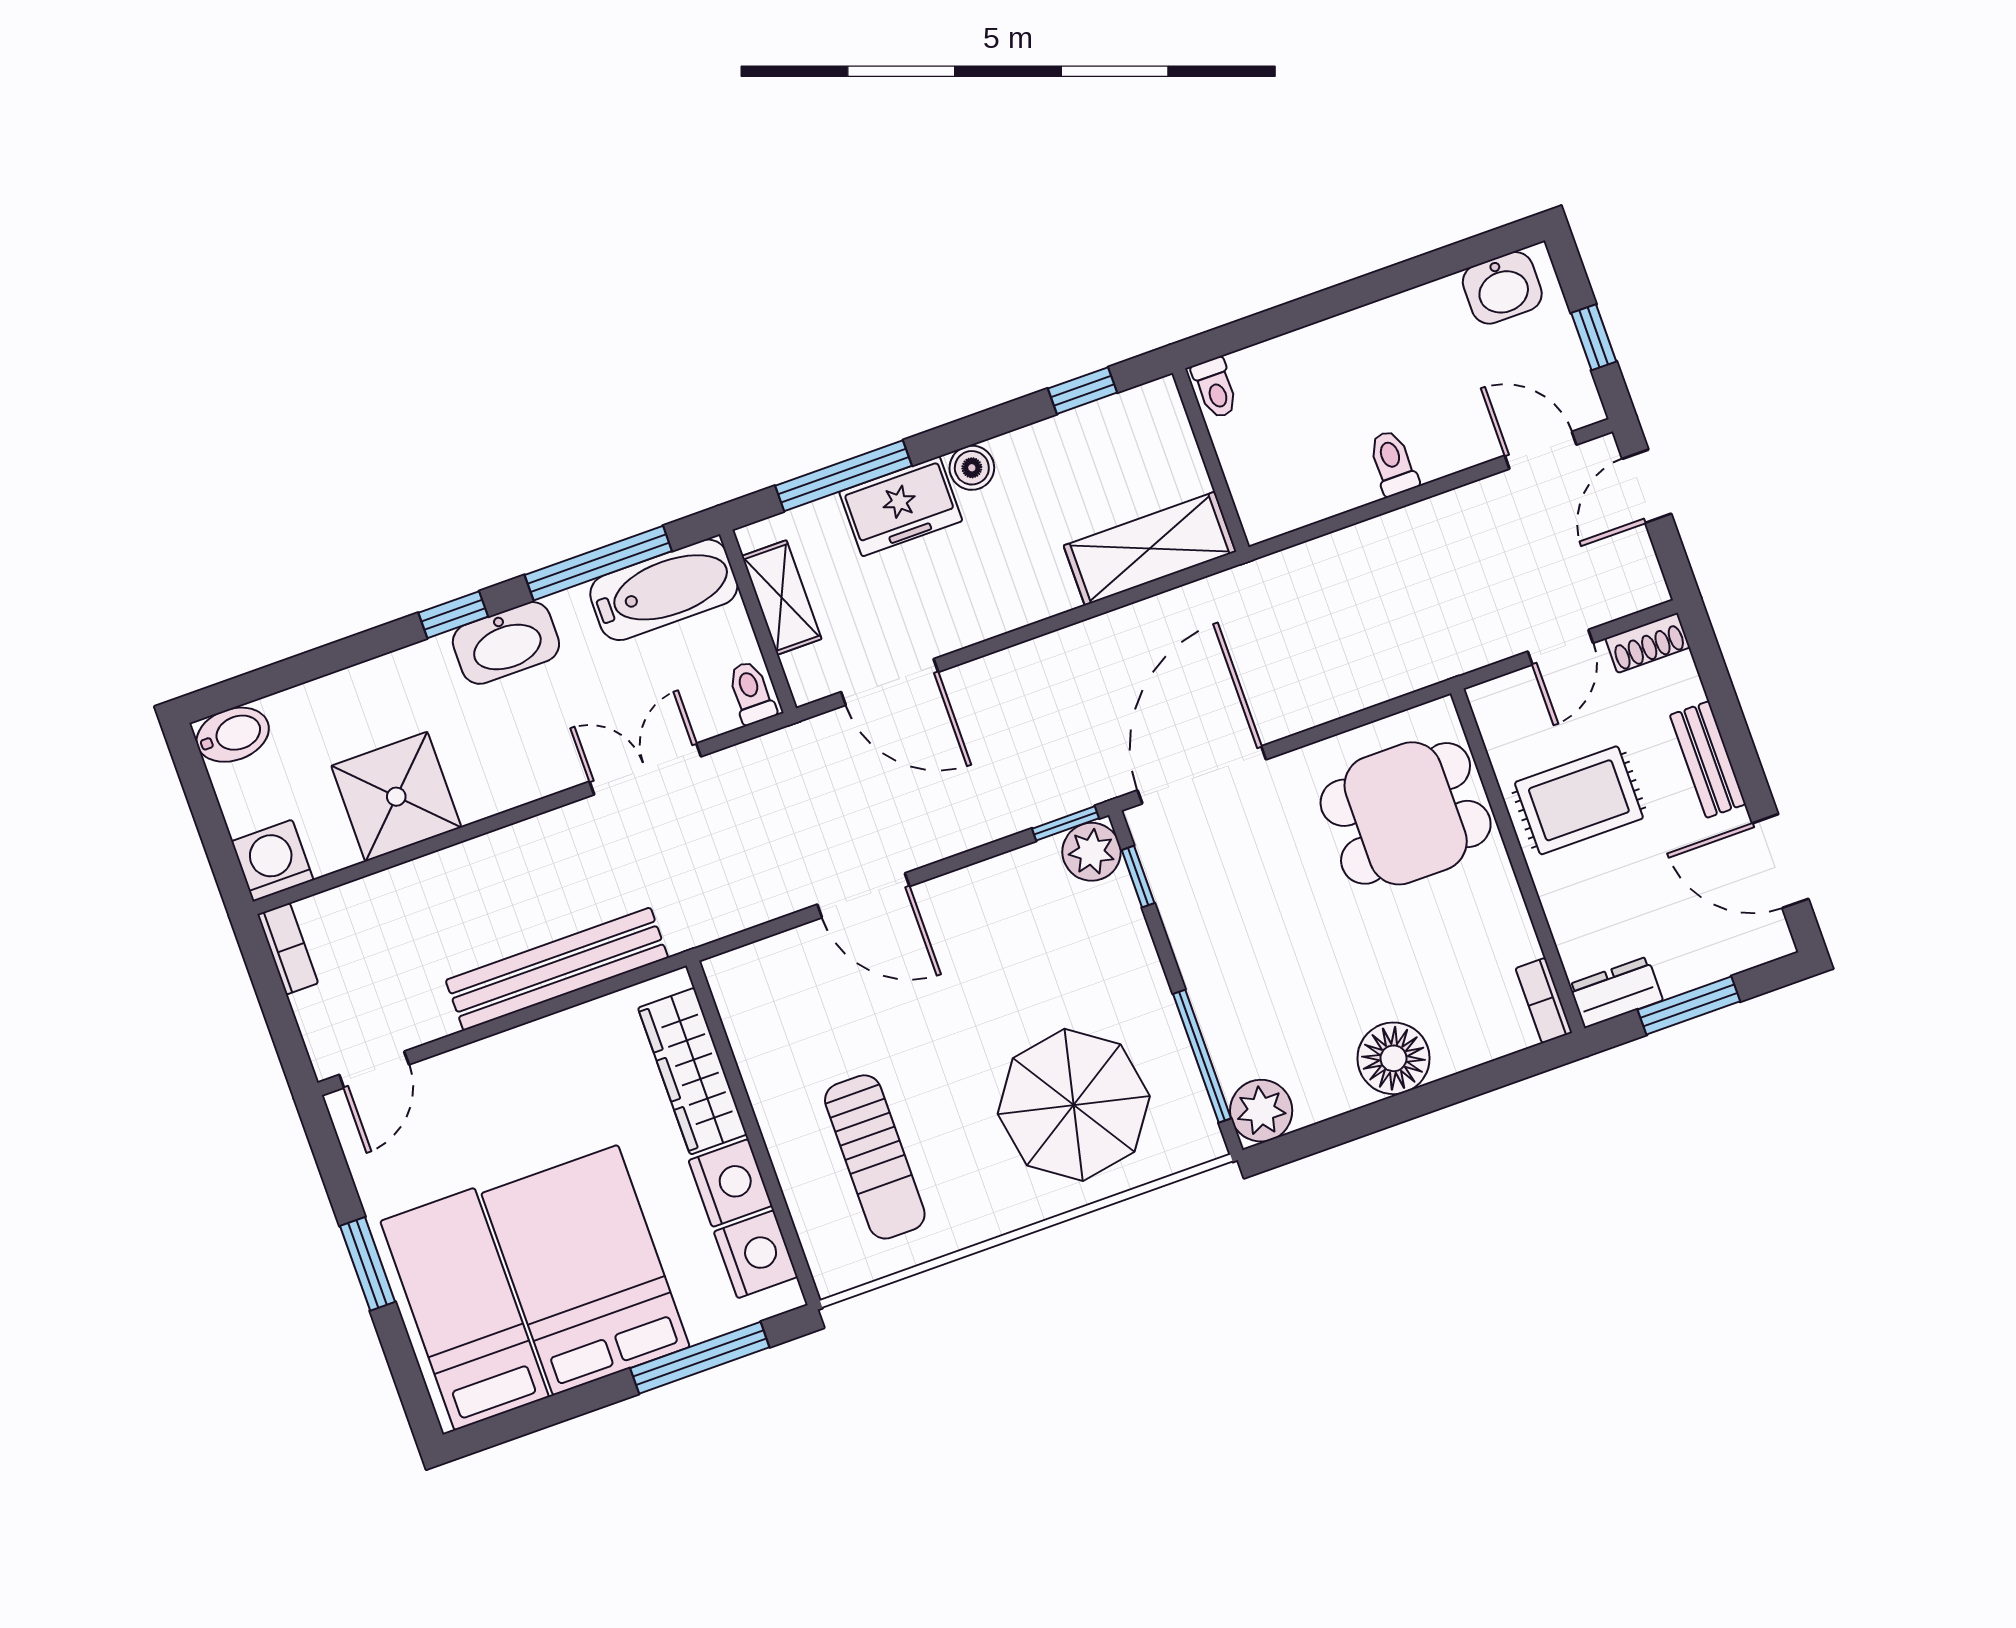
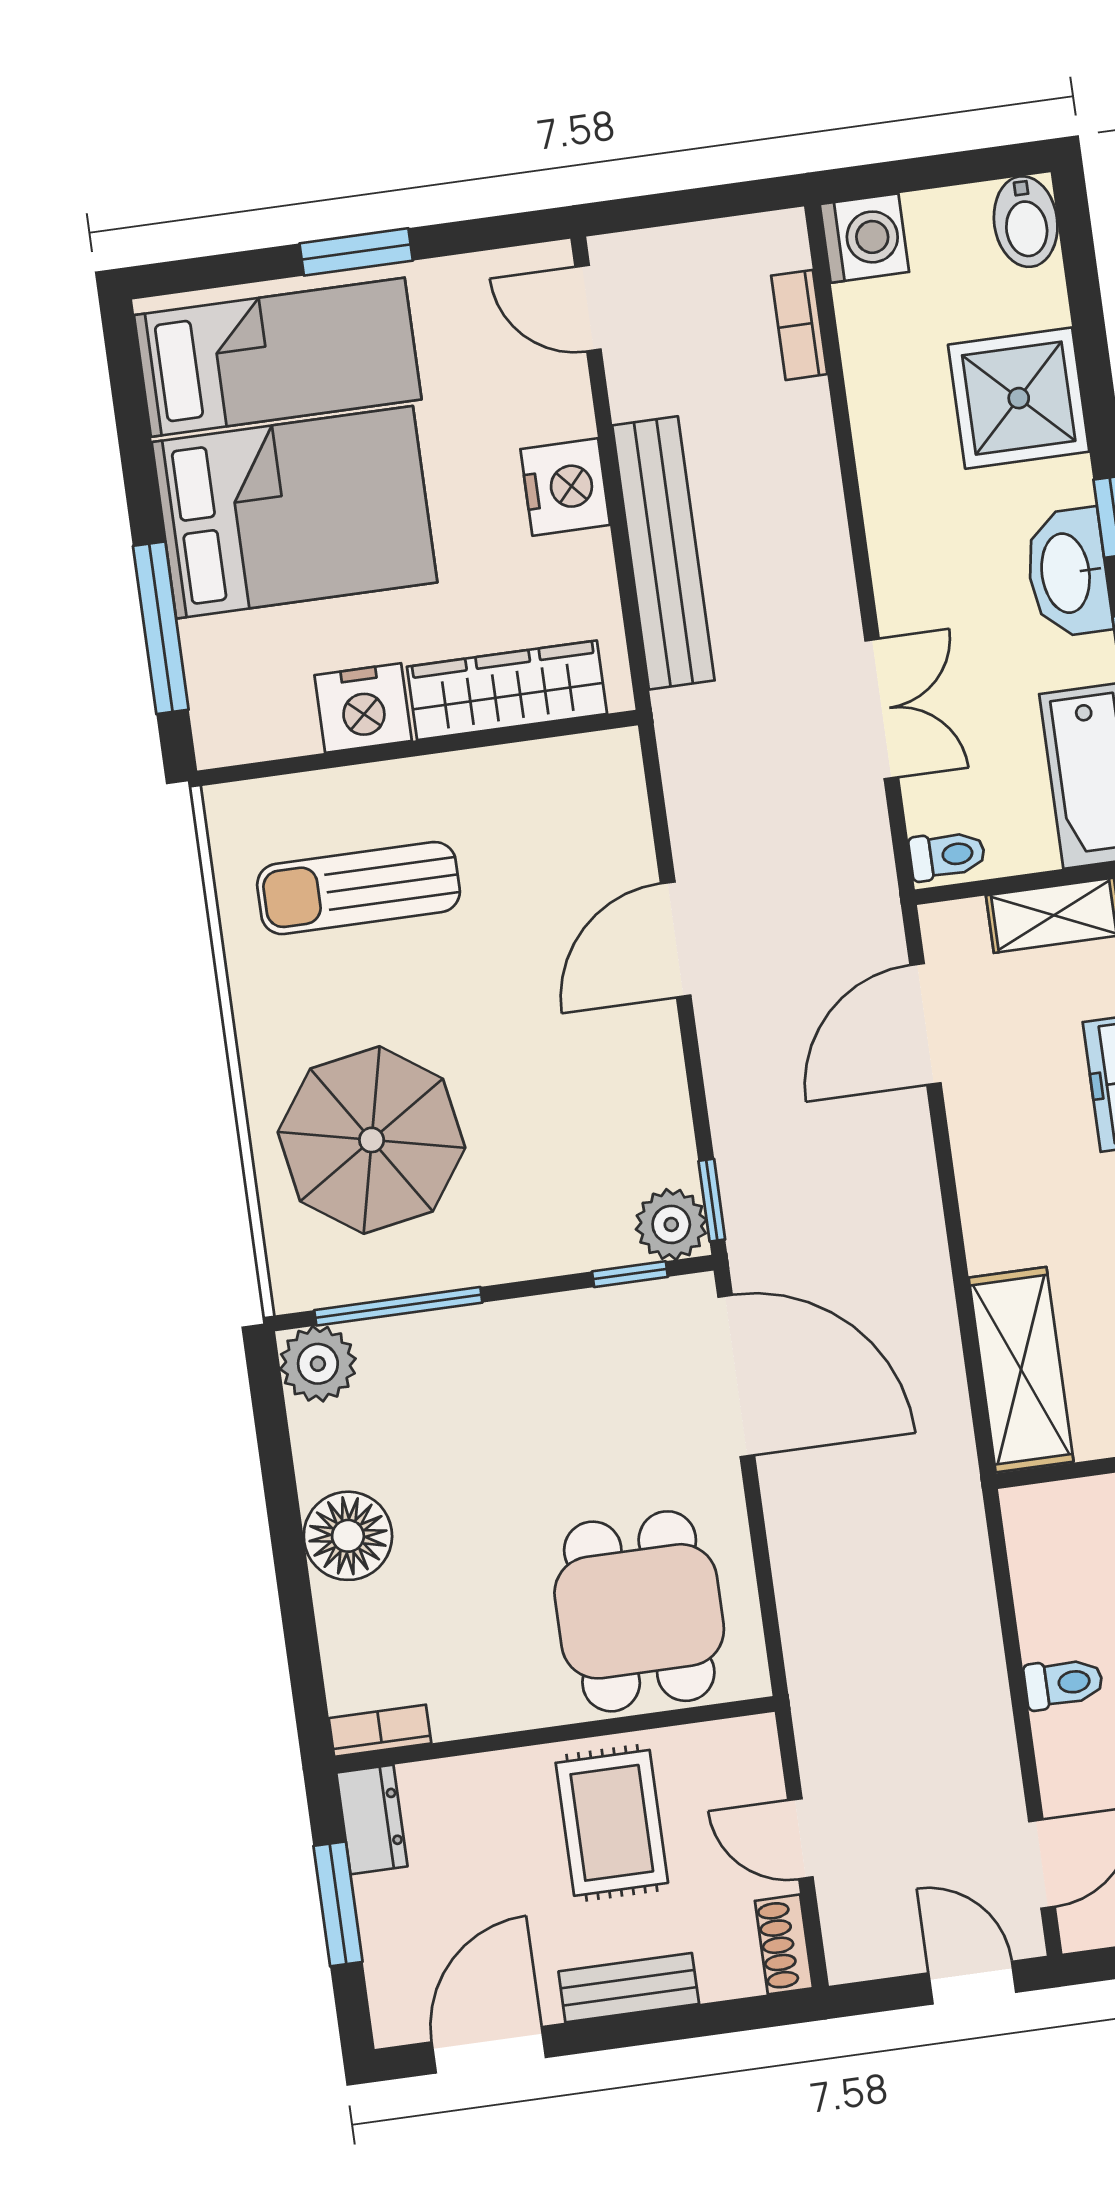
shower: (396, 797) -> (1019, 398), moved
bookcase: (288, 949) -> (799, 325), moved, turned 90
nightstand: (756, 1254) -> (565, 487), moved, turned -90

